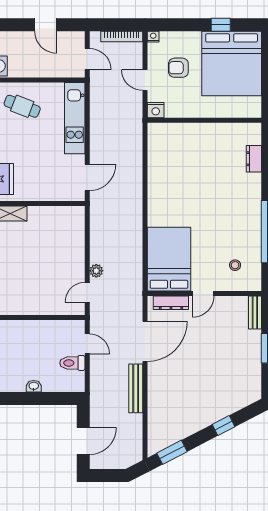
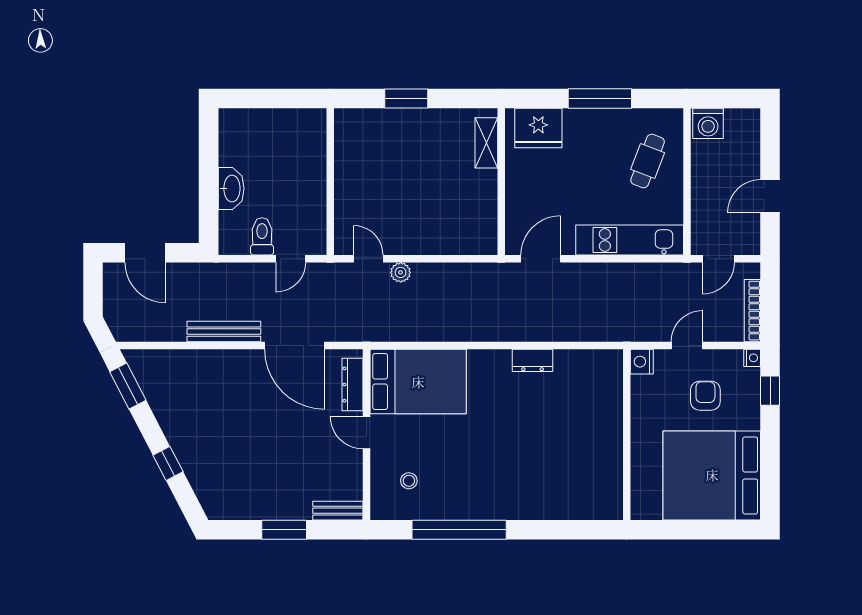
window: (221, 25) -> (770, 391), moved
dresser: (254, 159) -> (533, 360), moved, turned 180
door: (87, 177) -> (541, 259), swing flipped
washbasin: (34, 386) -> (231, 189), width x1.91, depth x1.45

